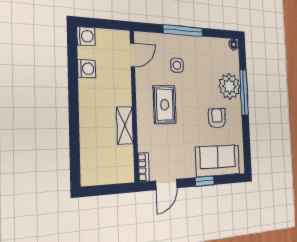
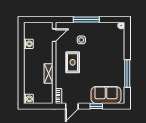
washing machine: (86, 36) -> (28, 99), moved
plant: (229, 86) -> (117, 51), removed
window: (244, 92) -> (127, 73), moved
armchair: (217, 118) -> (107, 70), removed

